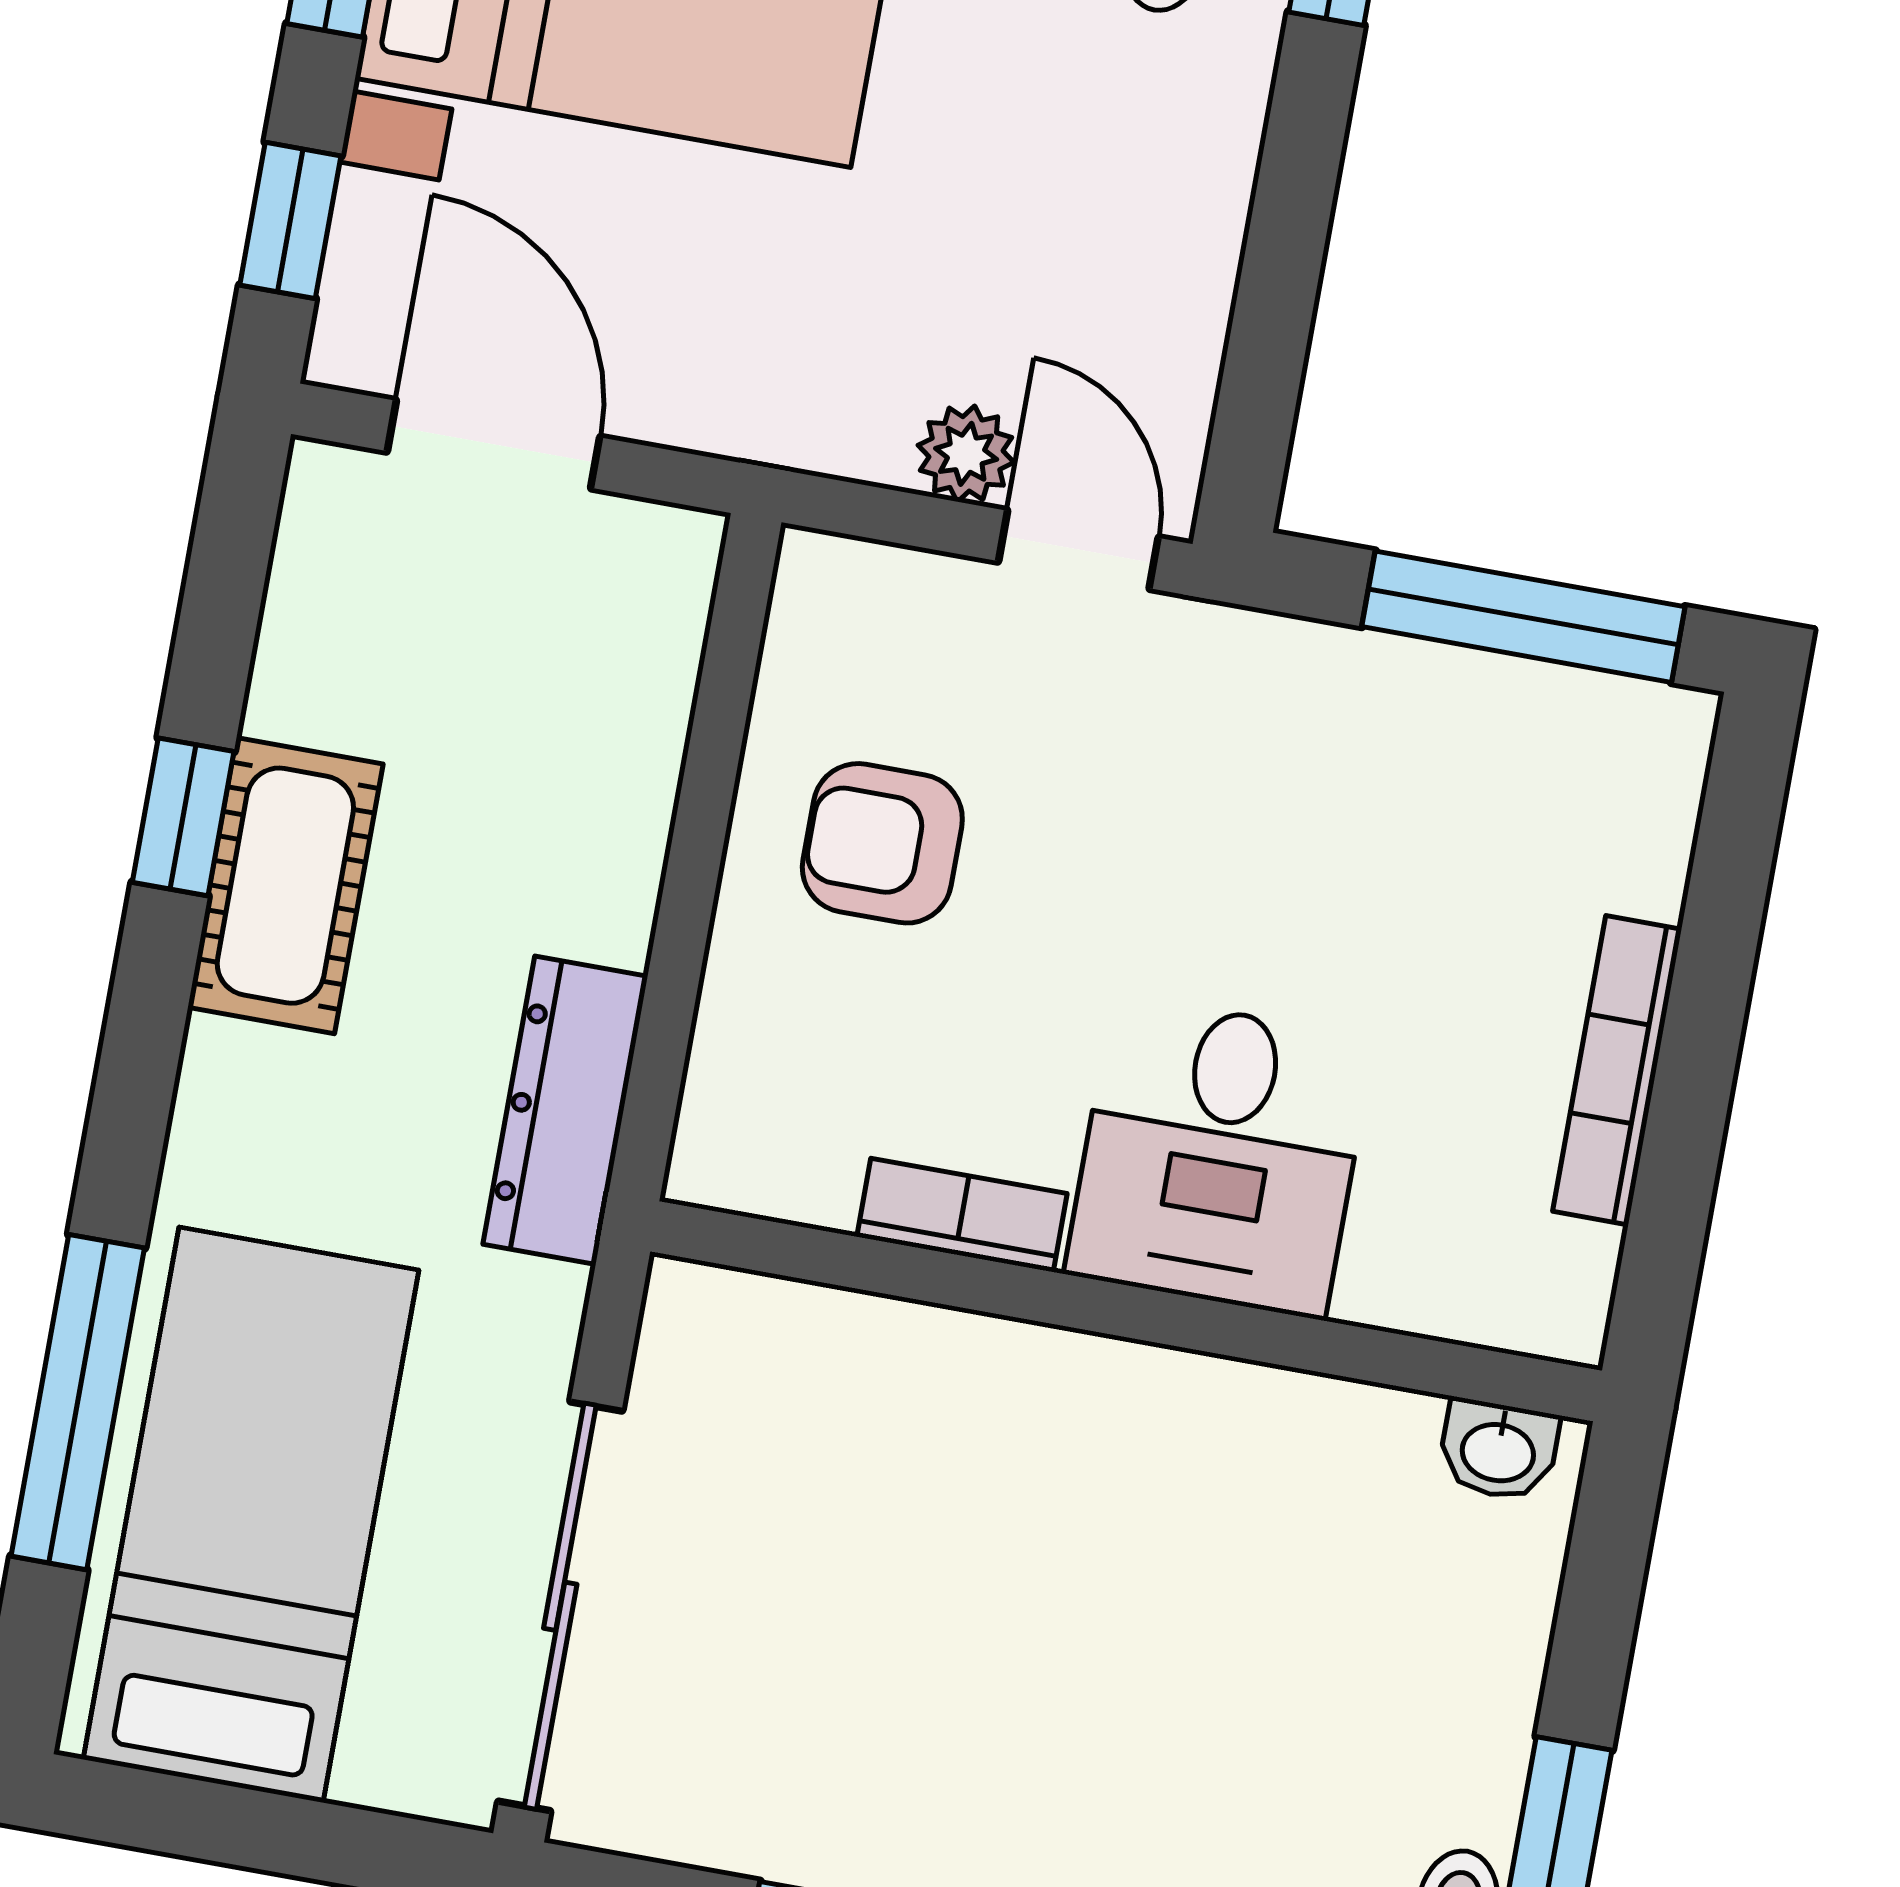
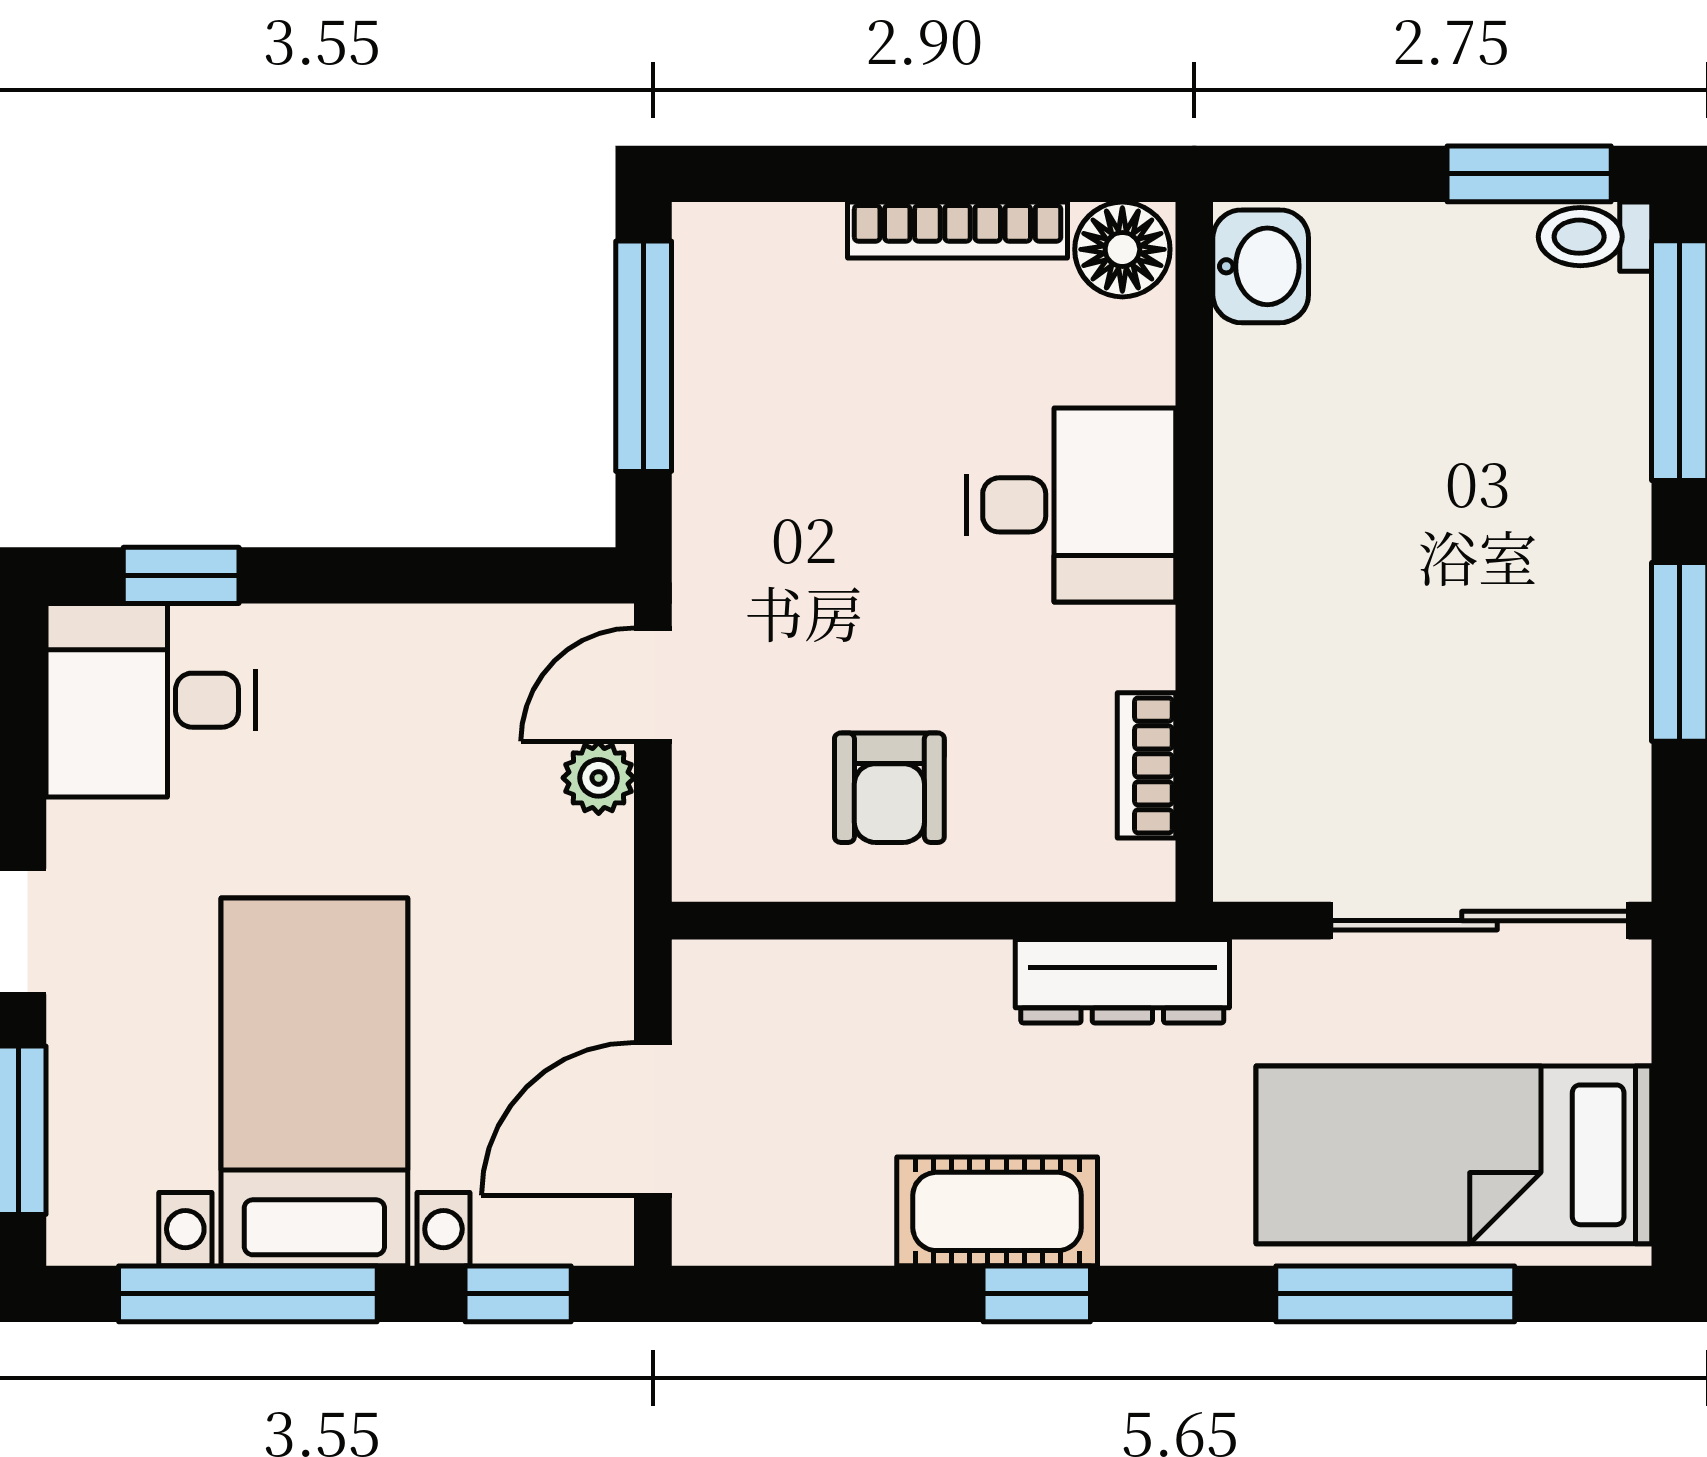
window: (183, 817) -> (1037, 1294), moved
bookcase: (962, 1215) -> (1146, 765), moved
floor lamp: (1551, 1288) -> (1122, 249), added
washbasin: (1498, 1450) -> (1261, 266), width x1.38, depth x1.45

